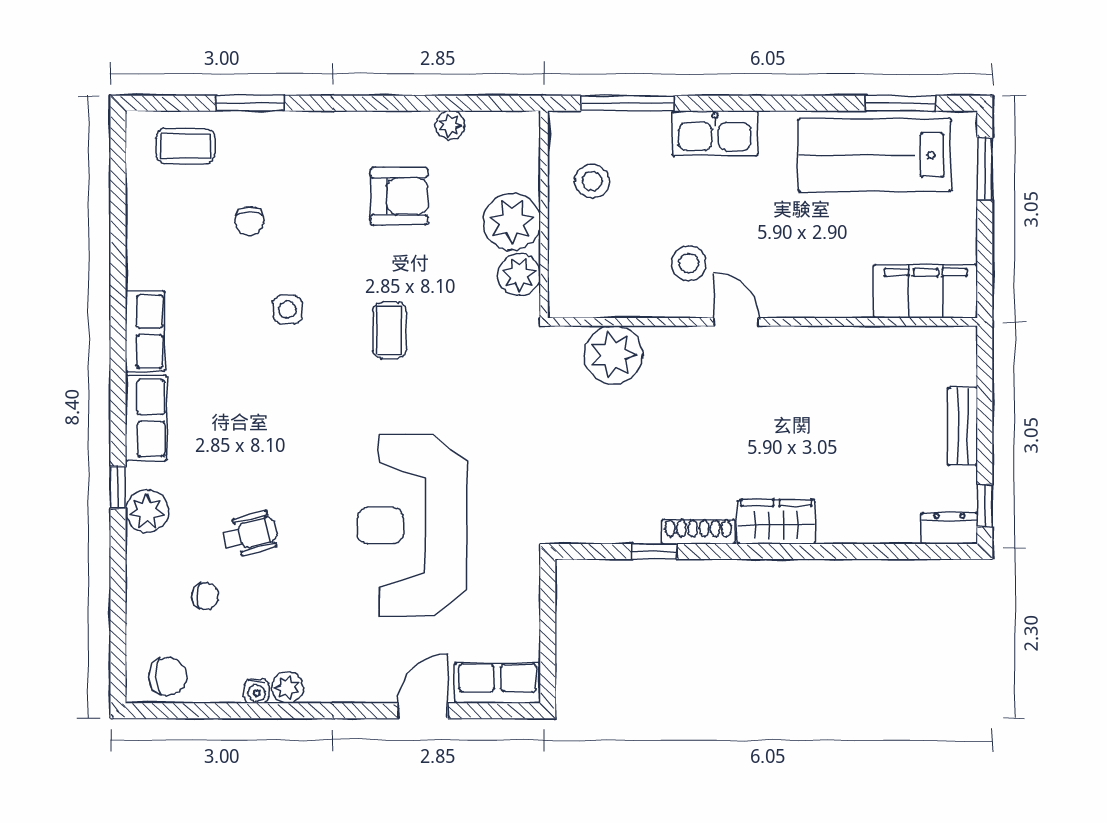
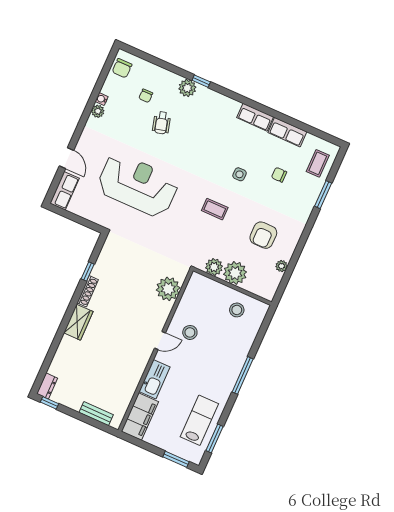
window: (627, 103) -> (243, 375), moved
kitchen sink: (715, 133) -> (155, 379), moved, turned 180
lab bench: (875, 155) -> (199, 420), width x0.73, depth x0.72
row of seats: (146, 418) -> (287, 132), moved
bench: (962, 426) -> (96, 414), moved

